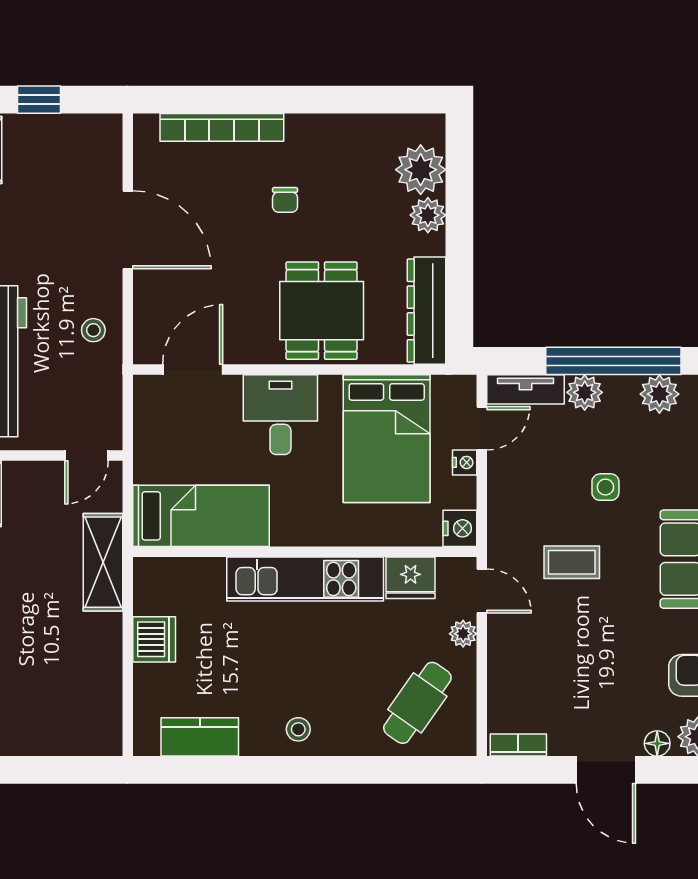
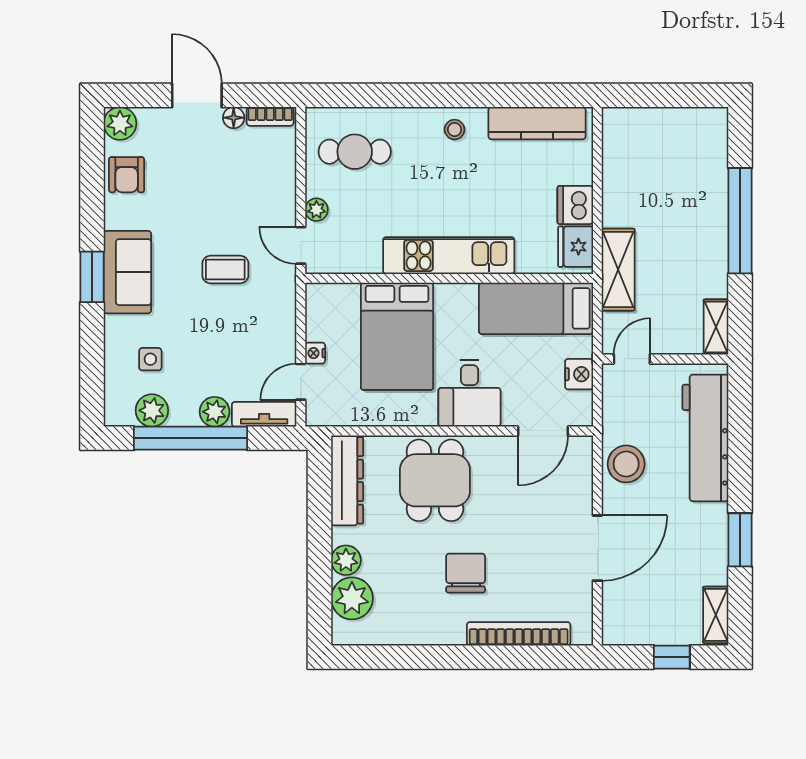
chair: (285, 200) -> (466, 573), width x1.87, depth x1.87
door: (128, 230) -> (597, 548), swing flipped
stool: (93, 330) -> (626, 464), width x1.89, depth x1.89
bed: (387, 439) -> (397, 336), moved, turned 180
side table: (605, 487) -> (150, 359), moved
nightstand: (460, 528) -> (579, 374), moved, turned 180
fridge: (411, 578) -> (576, 247), moved, turned -90
cafe table: (417, 703) -> (355, 152), turned 55
kitchen counter: (200, 737) -> (537, 123), width x1.50
floor lamp: (657, 743) -> (234, 118), moved

